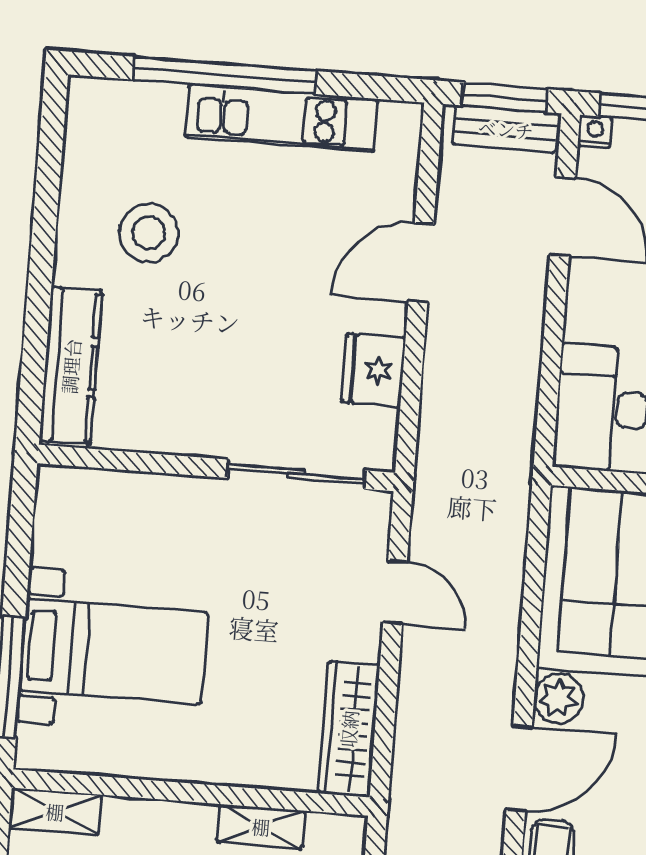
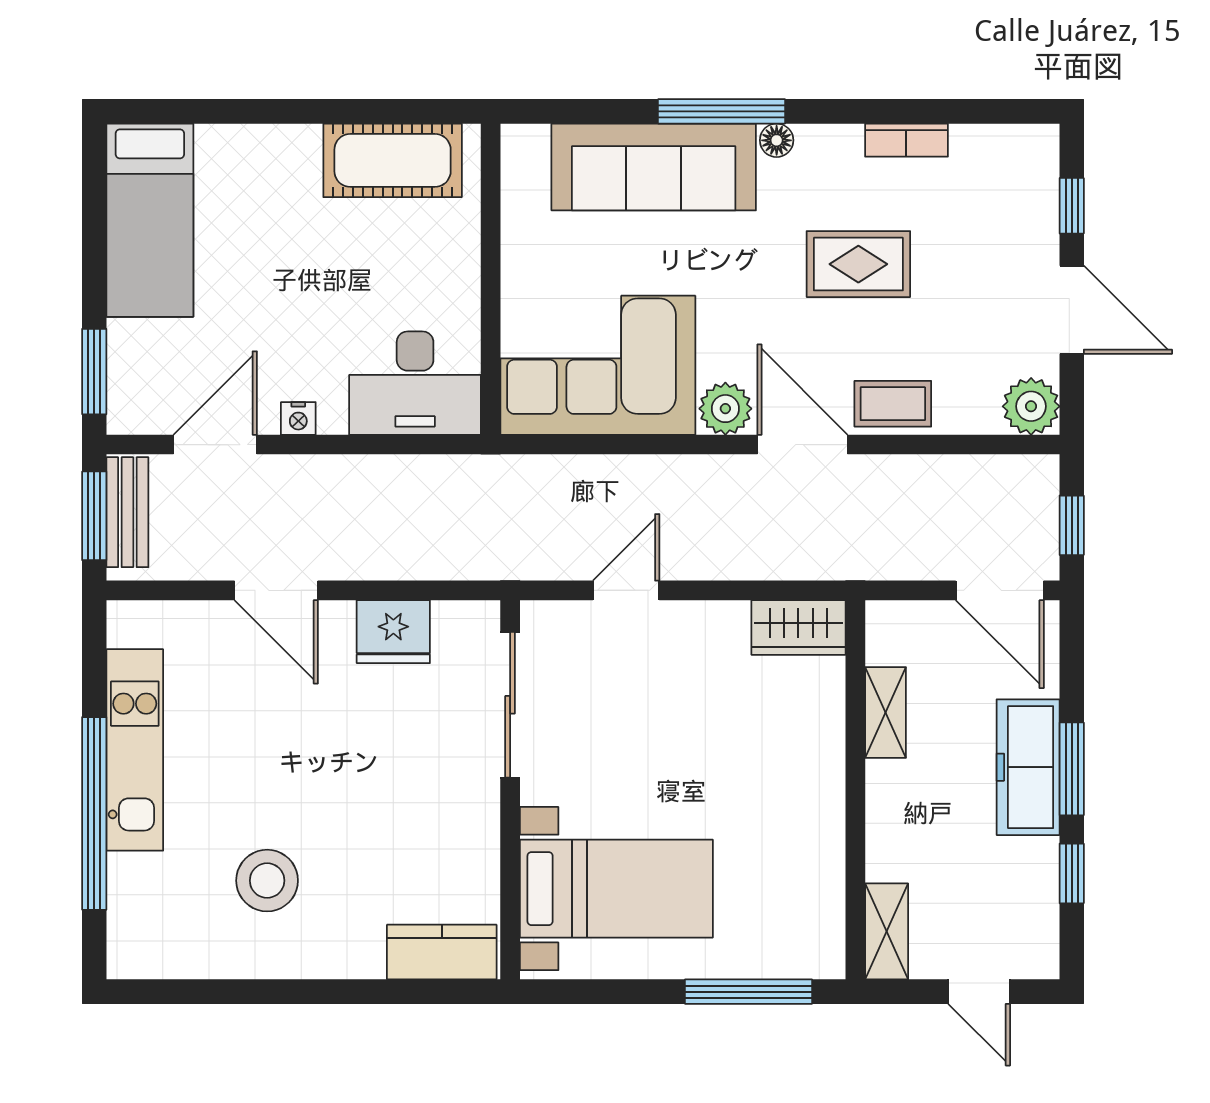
nightstand: (595, 131) -> (298, 418), moved, turned -90
kitchen counter: (71, 366) -> (442, 952), width x0.67
bed with nightstands: (114, 651) -> (616, 889), moved, turned 90
wardrobe: (349, 729) -> (798, 627), width x0.67

